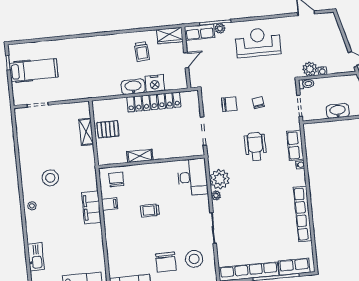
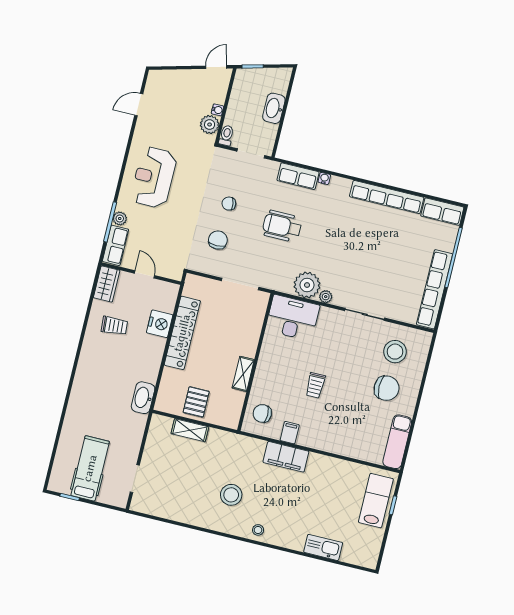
washbasin: (133, 87) -> (143, 398), moved
row of seats: (294, 267) -> (442, 212), moved, turned -90

